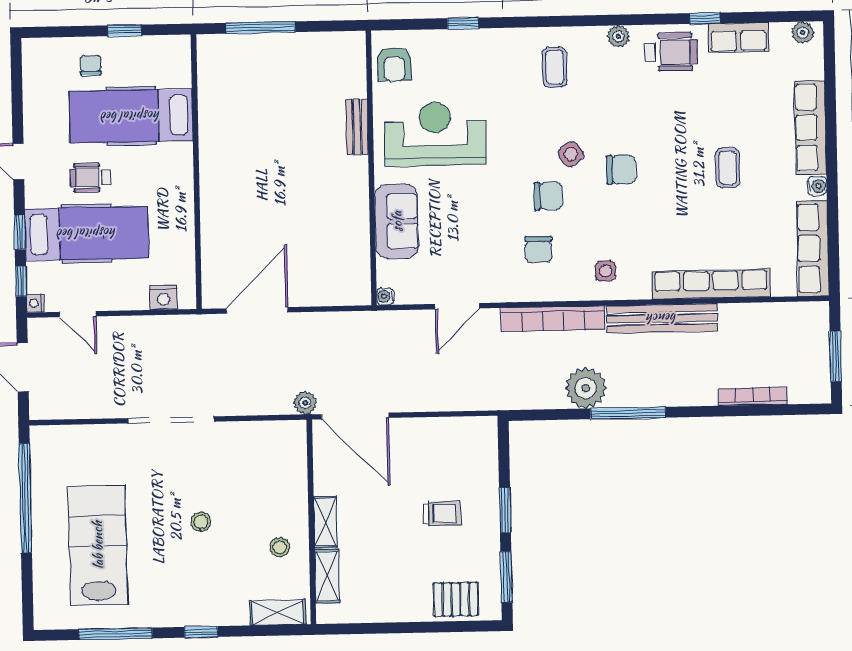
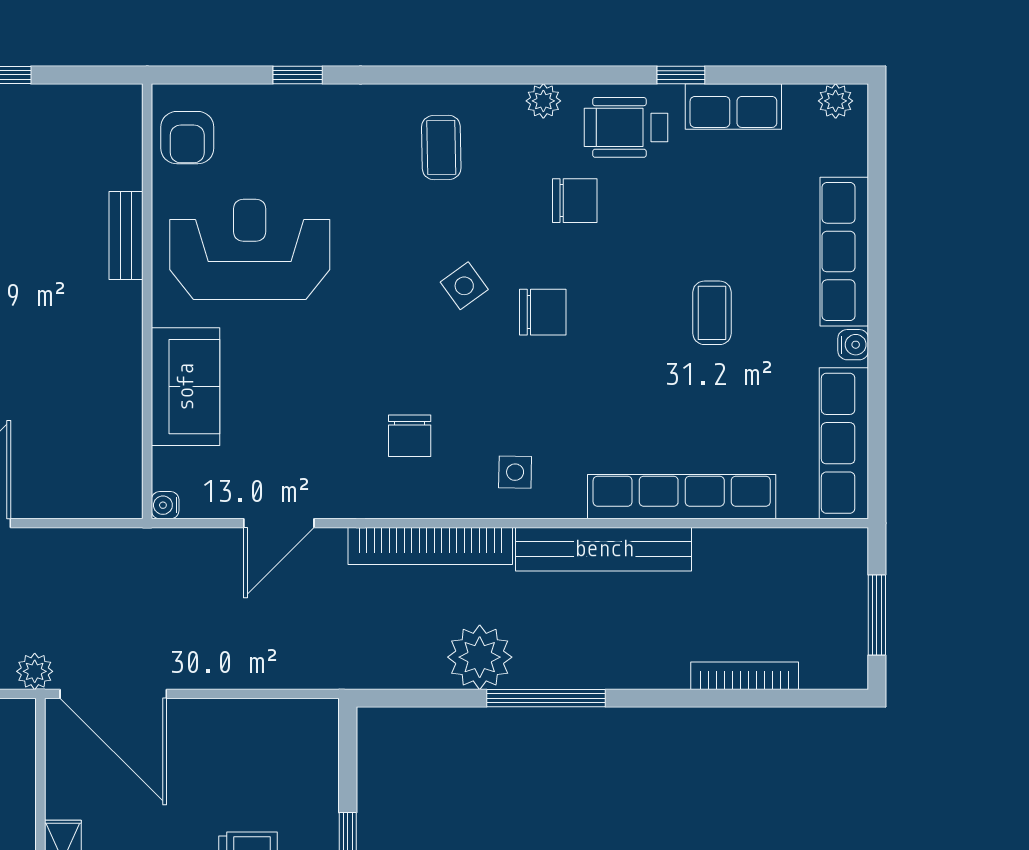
wheelchair: (671, 52) -> (626, 127), turned 180
chair: (548, 196) -> (575, 201), moved

